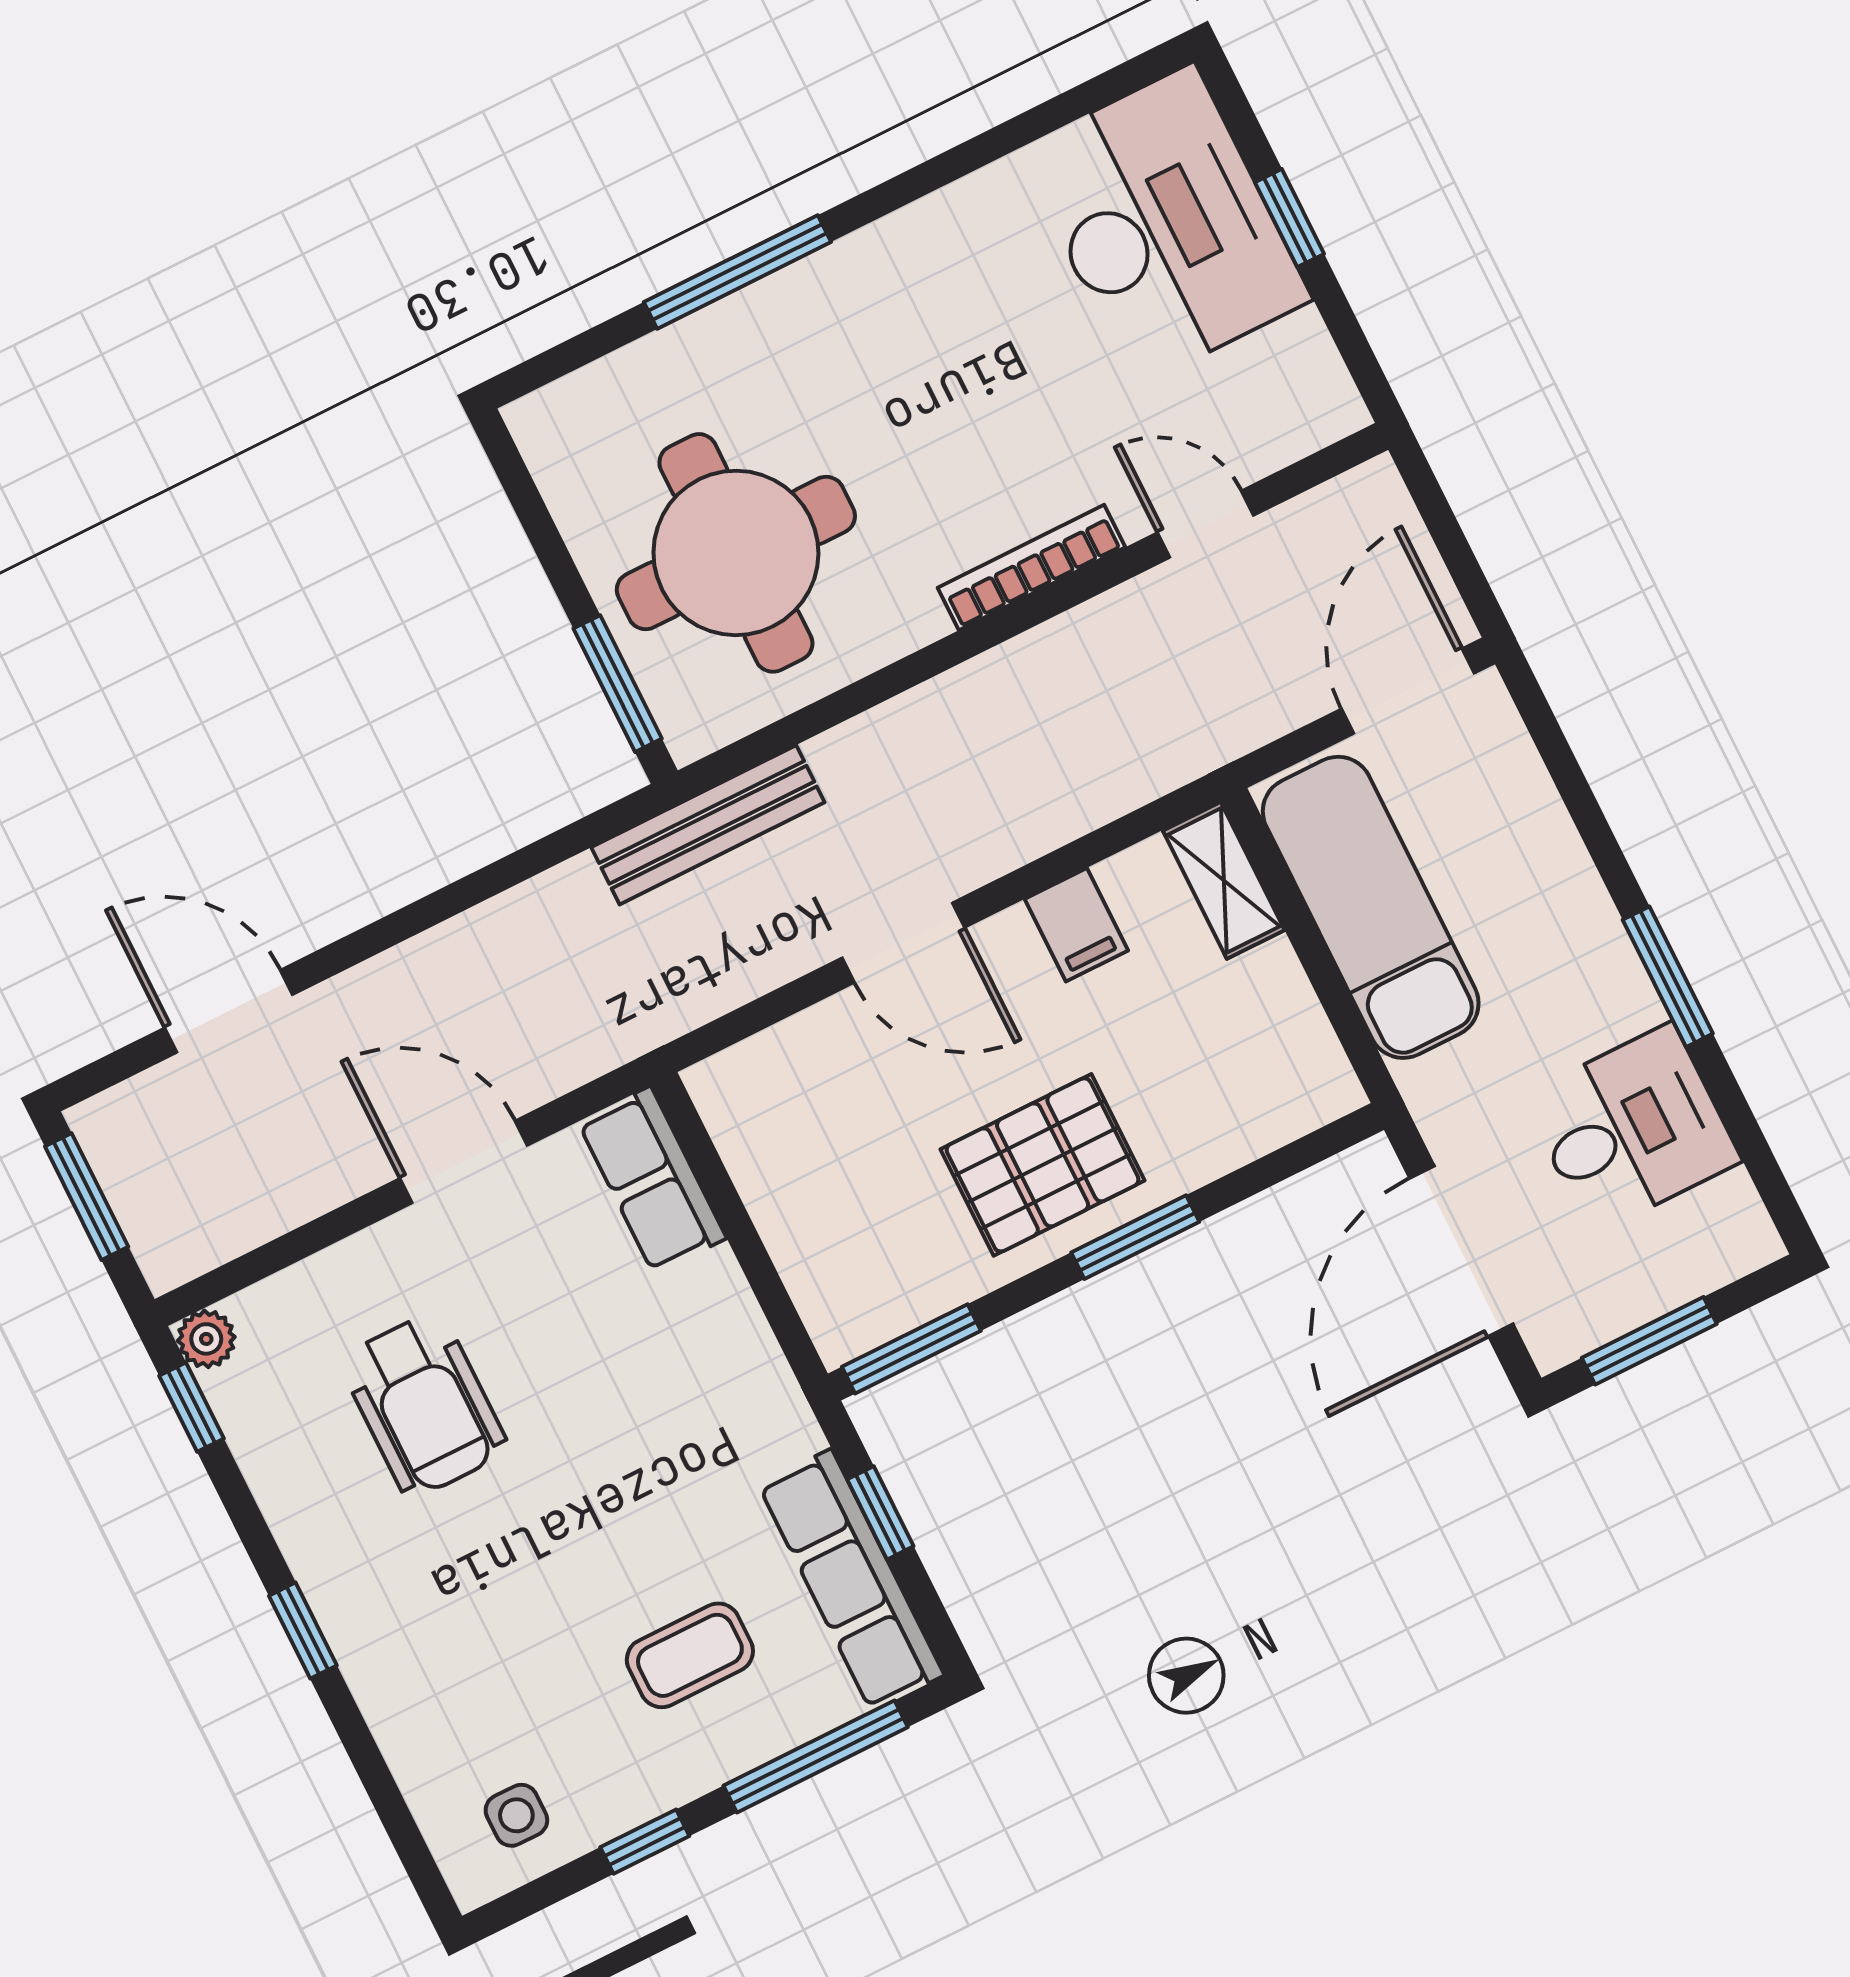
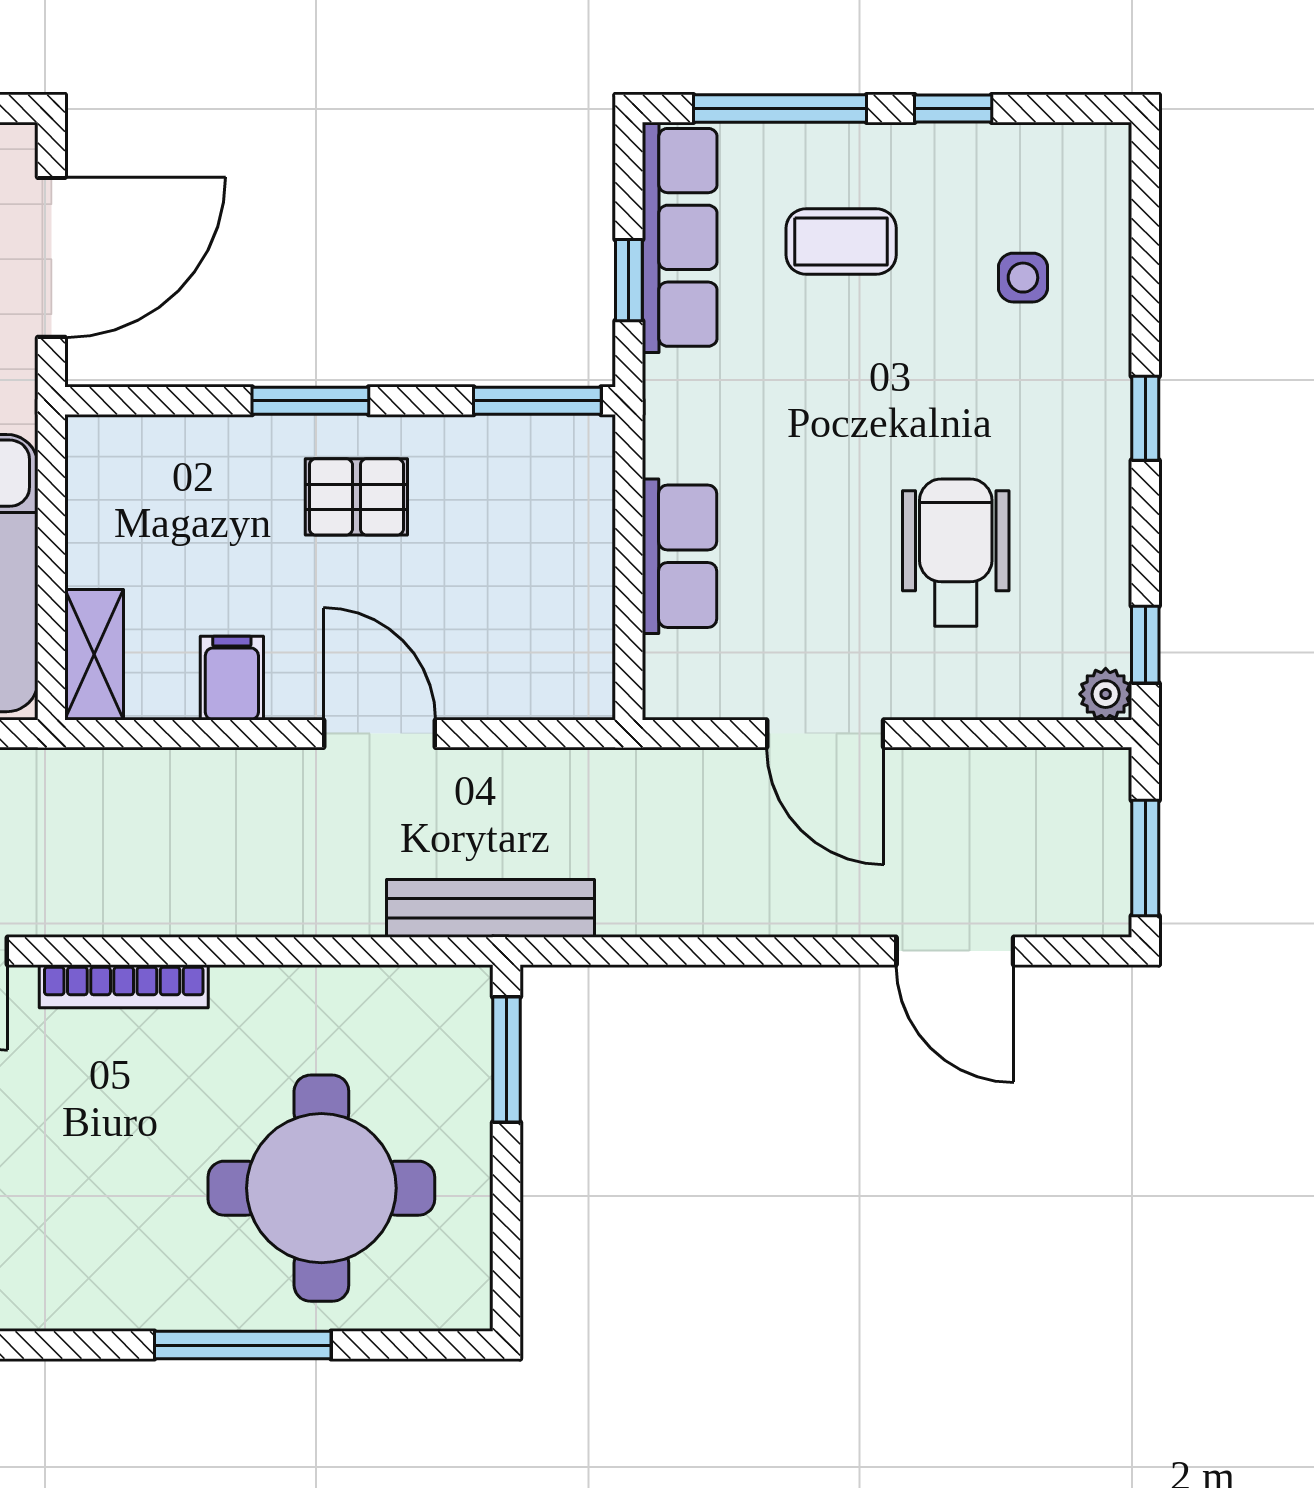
round table: (736, 553) -> (321, 1188), moved
pallet: (1043, 1165) -> (356, 497), width x0.67, depth x0.71
row of seats: (652, 1180) -> (679, 556), moved
side table: (516, 1815) -> (1023, 278), moved

